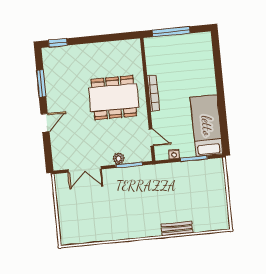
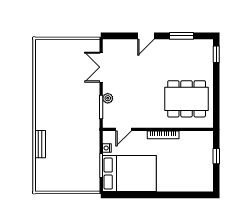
window: (171, 32) -> (216, 156), width x0.46
dining table: (114, 98) -> (187, 99), moved, turned 90
door: (45, 123) -> (146, 36), hinge flipped
bed: (207, 126) -> (129, 174), width x1.50

